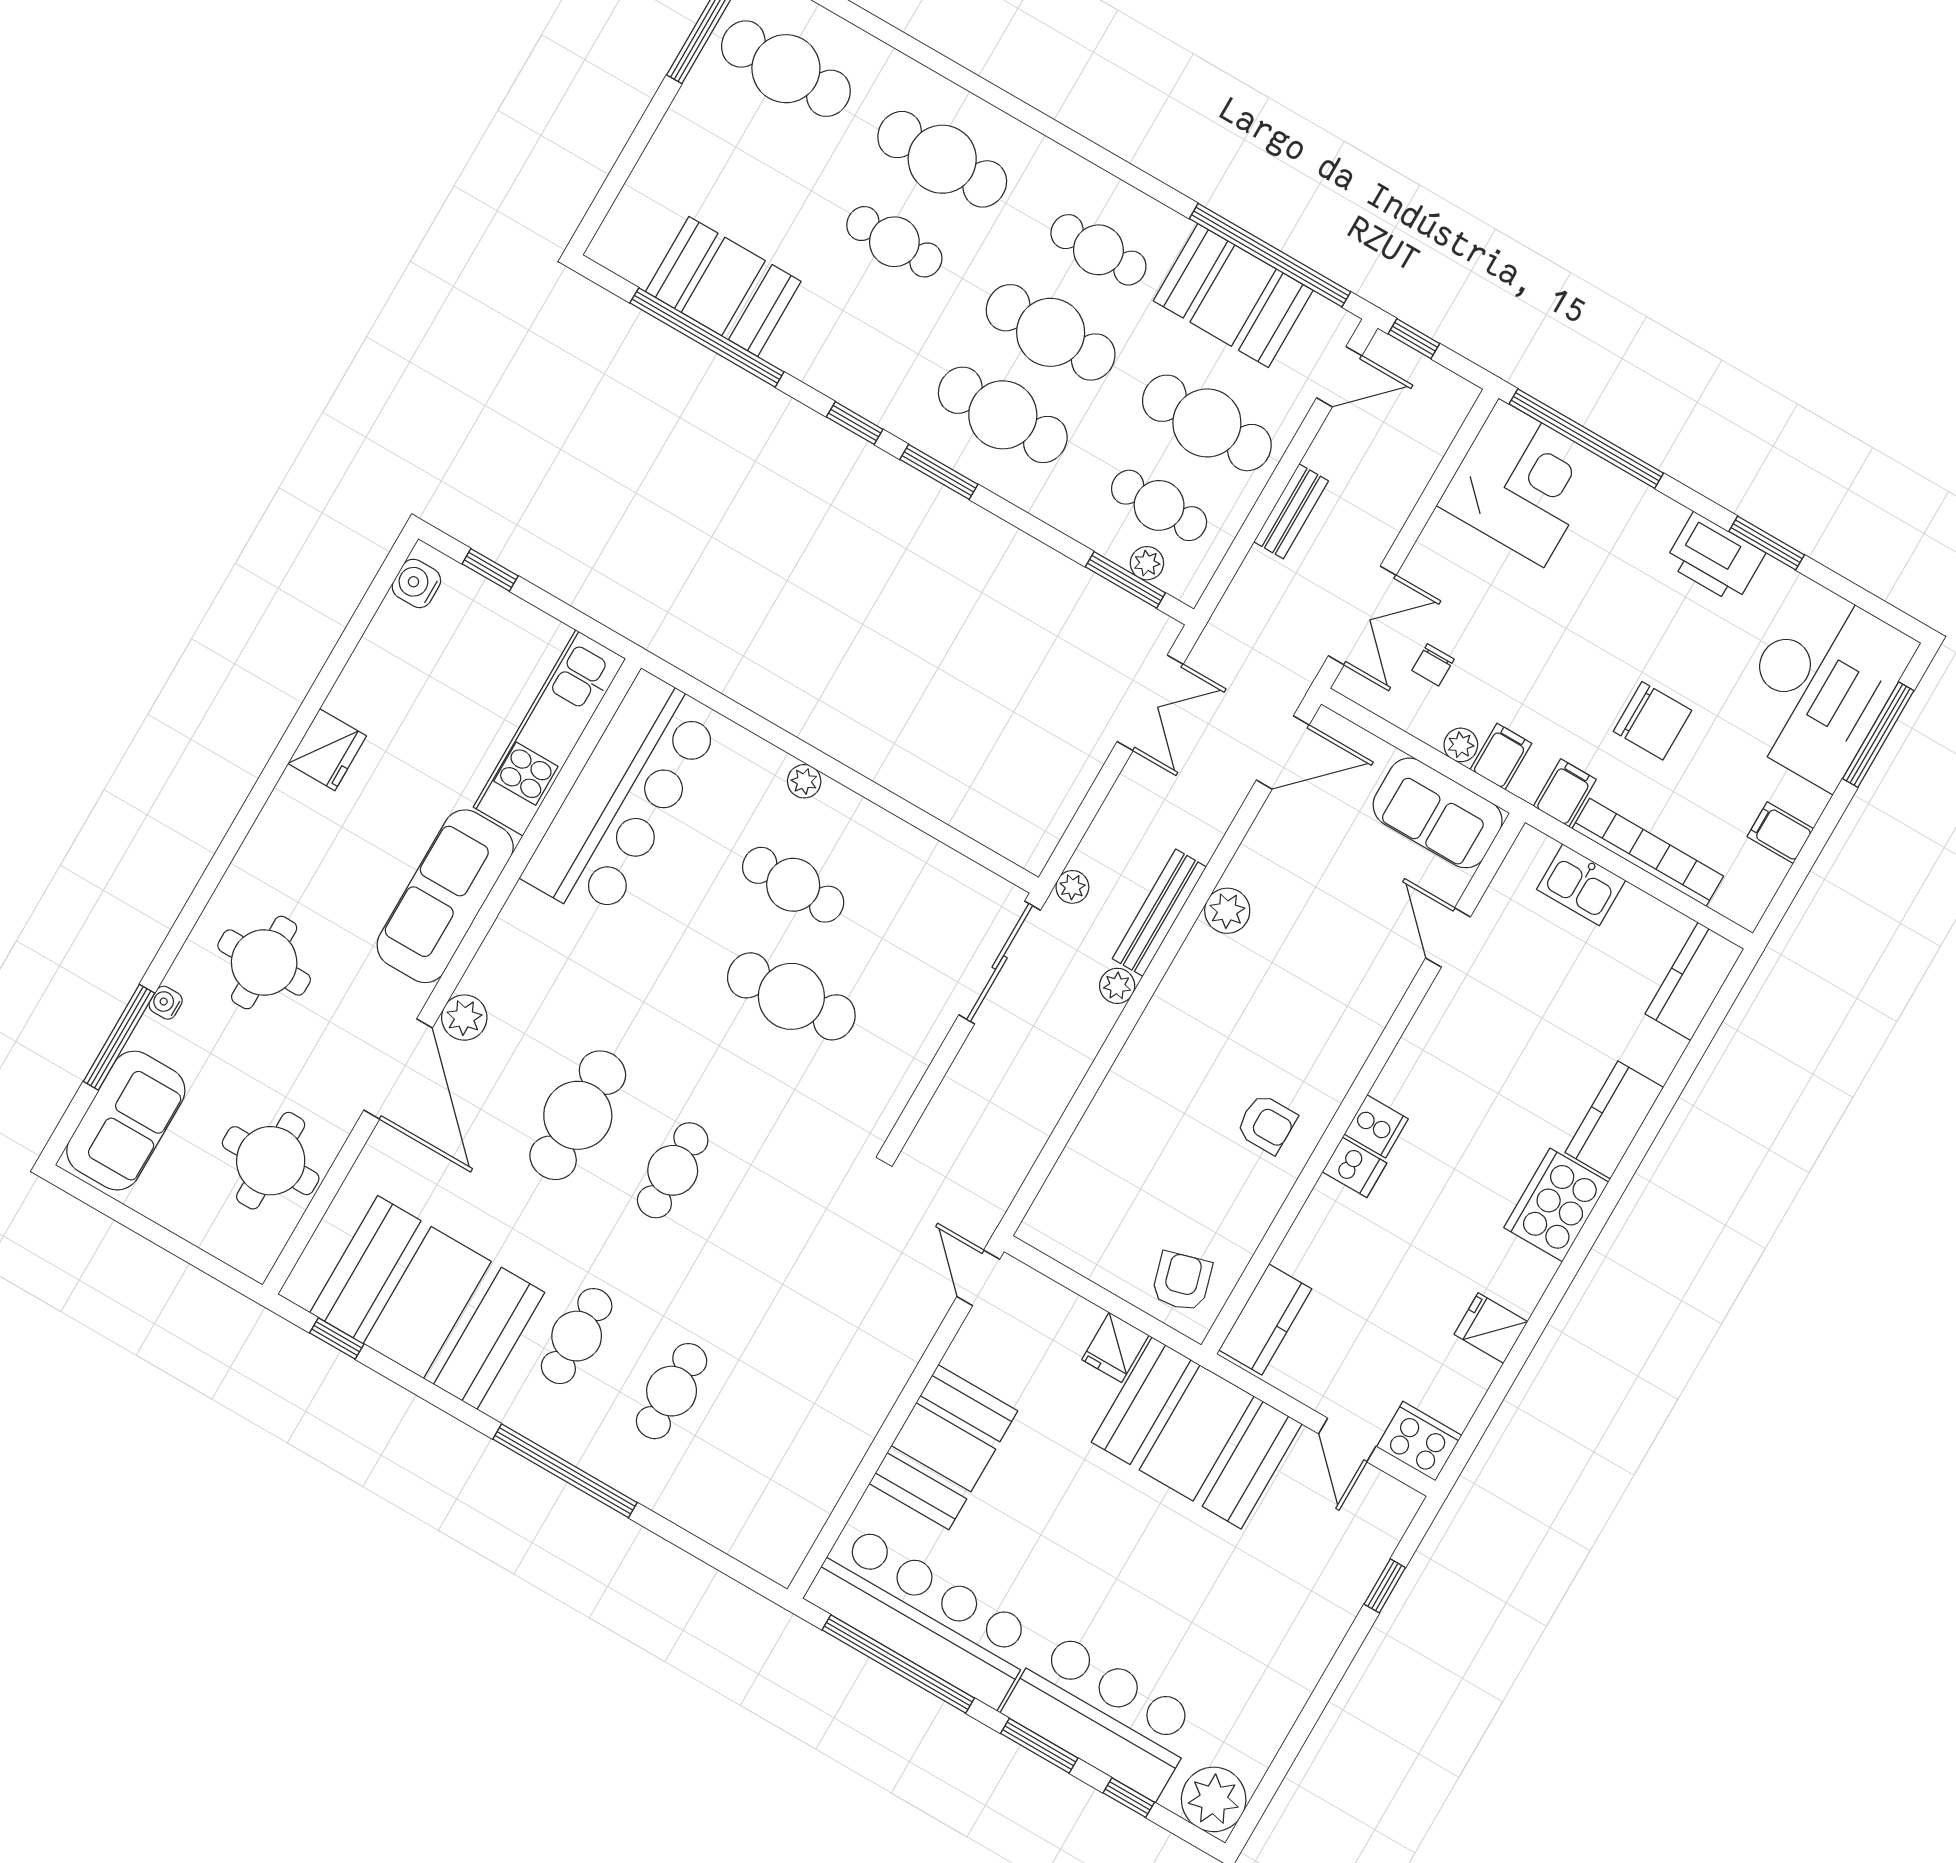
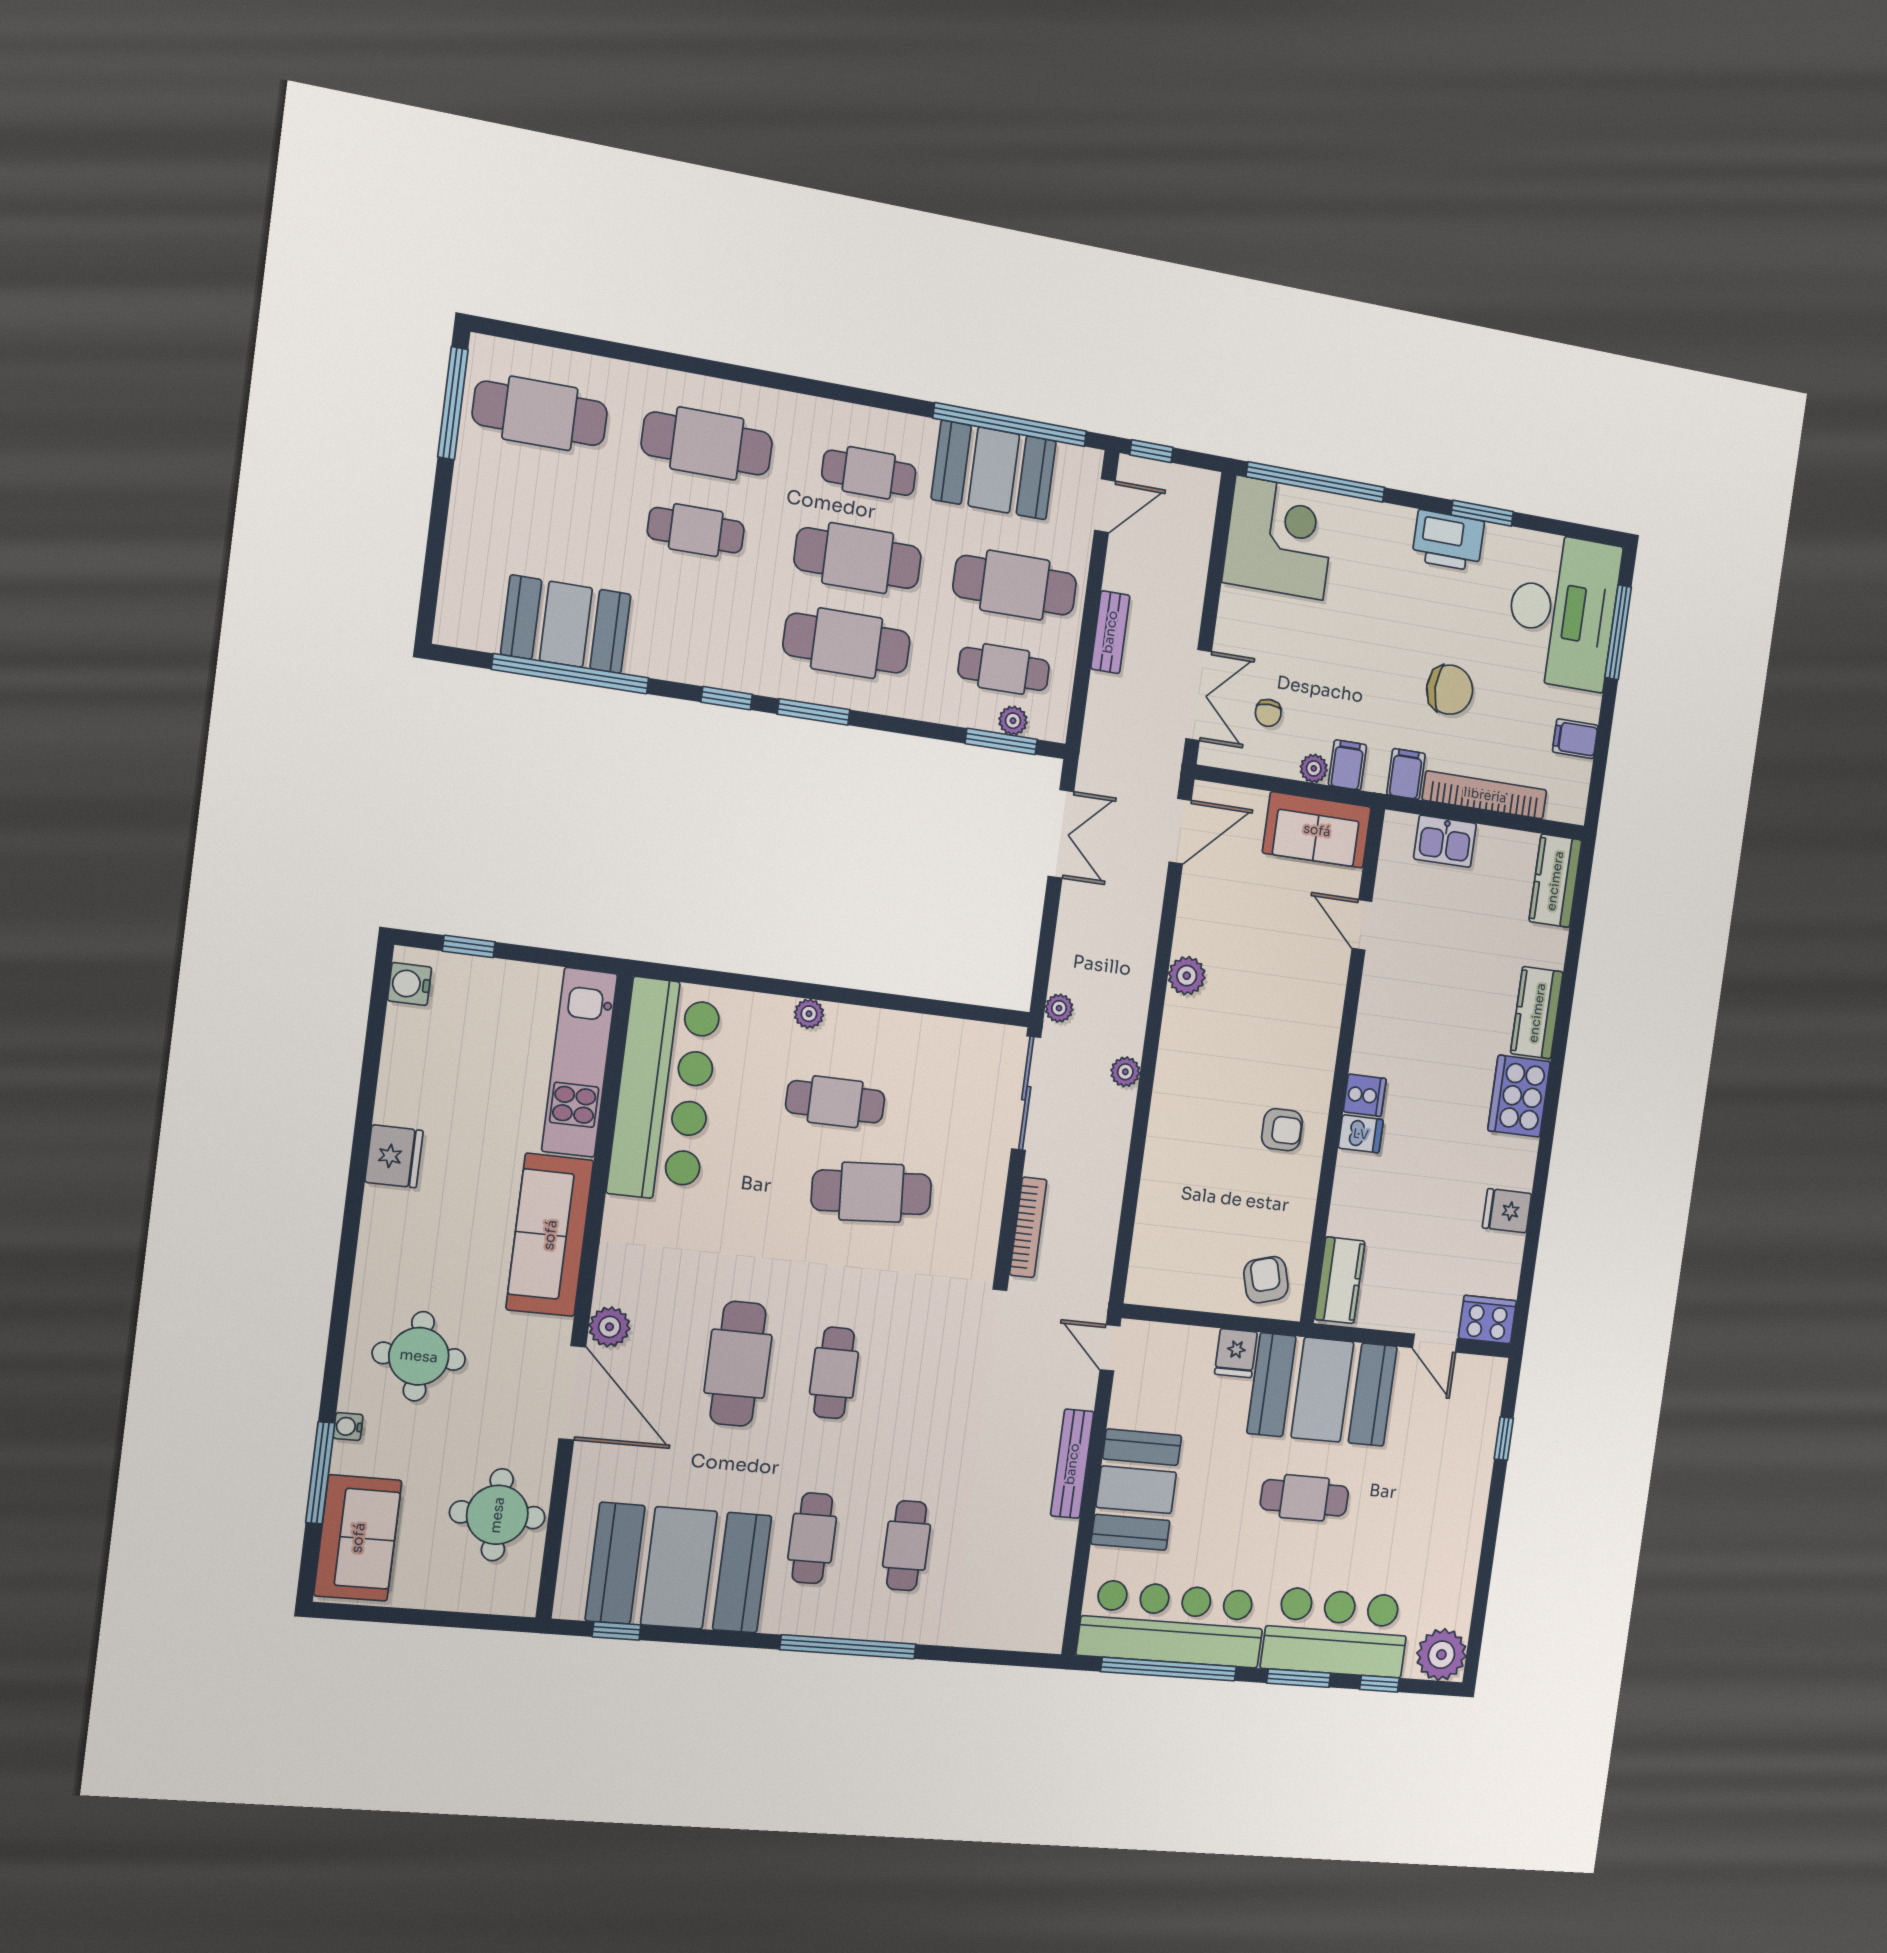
bench: (1159, 913) -> (1072, 1464), moved
bookcase: (943, 1107) -> (1028, 1227), added
cafe table: (1127, 1545) -> (1304, 1498), added

